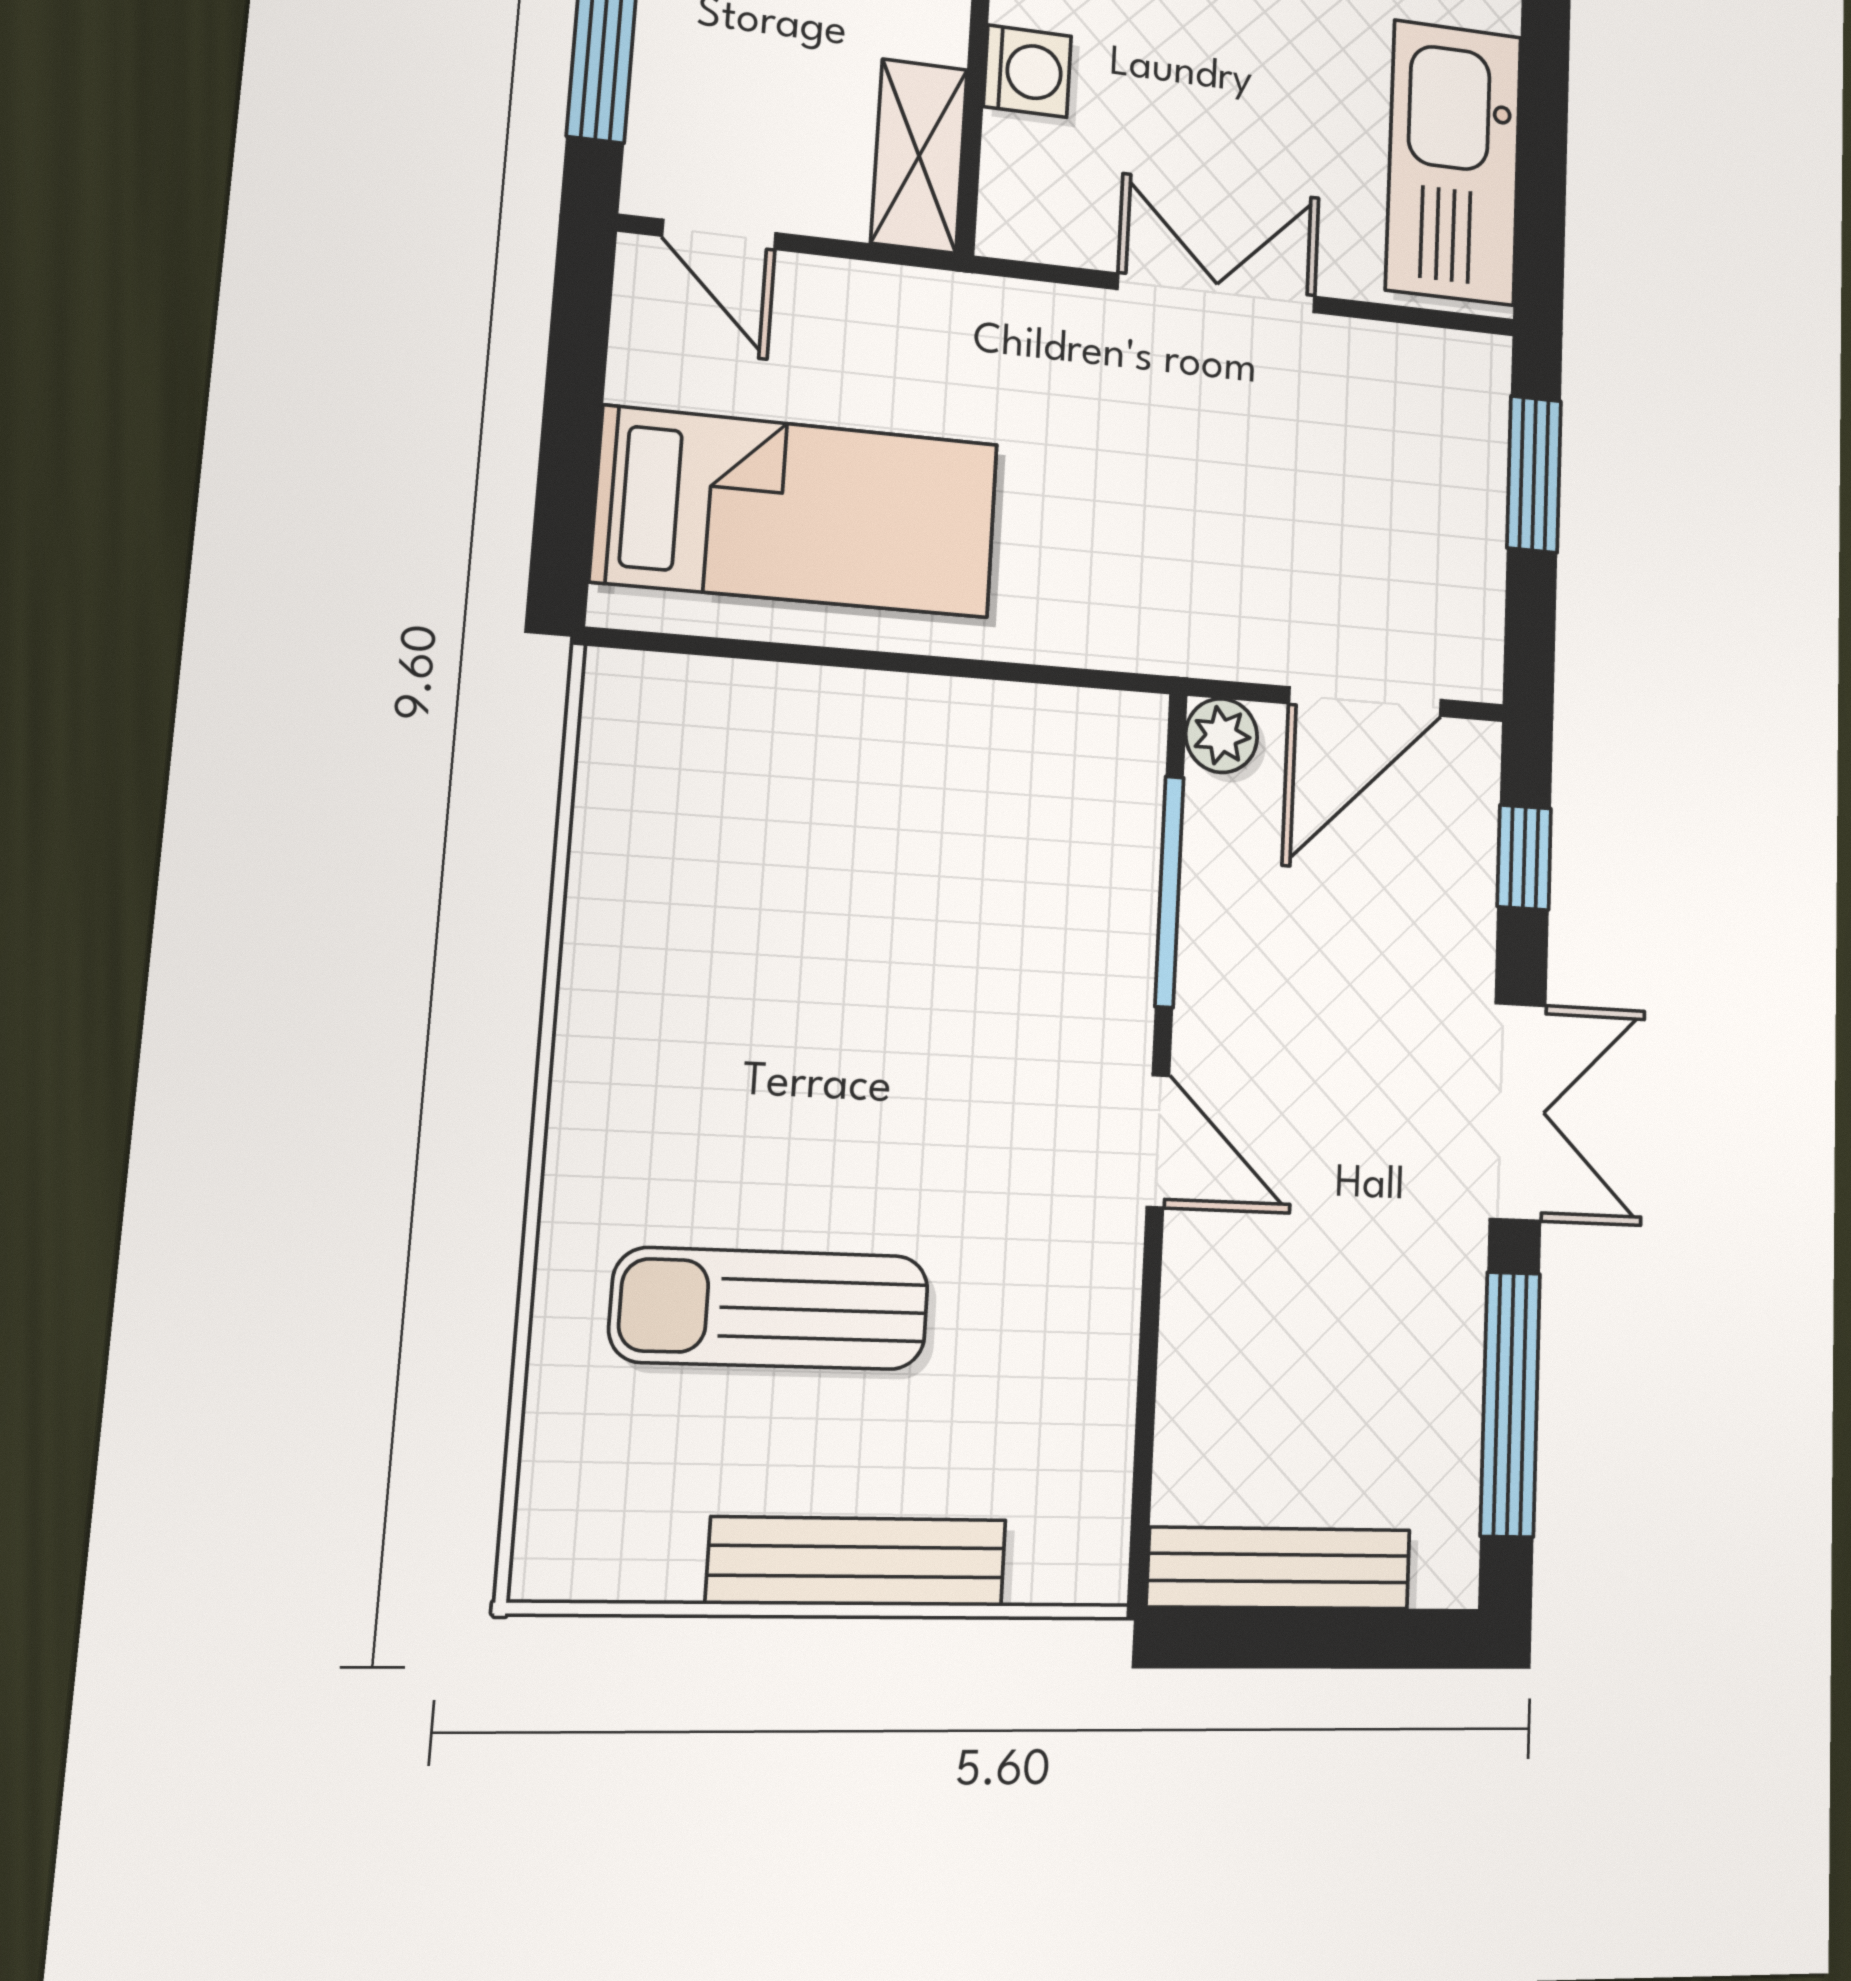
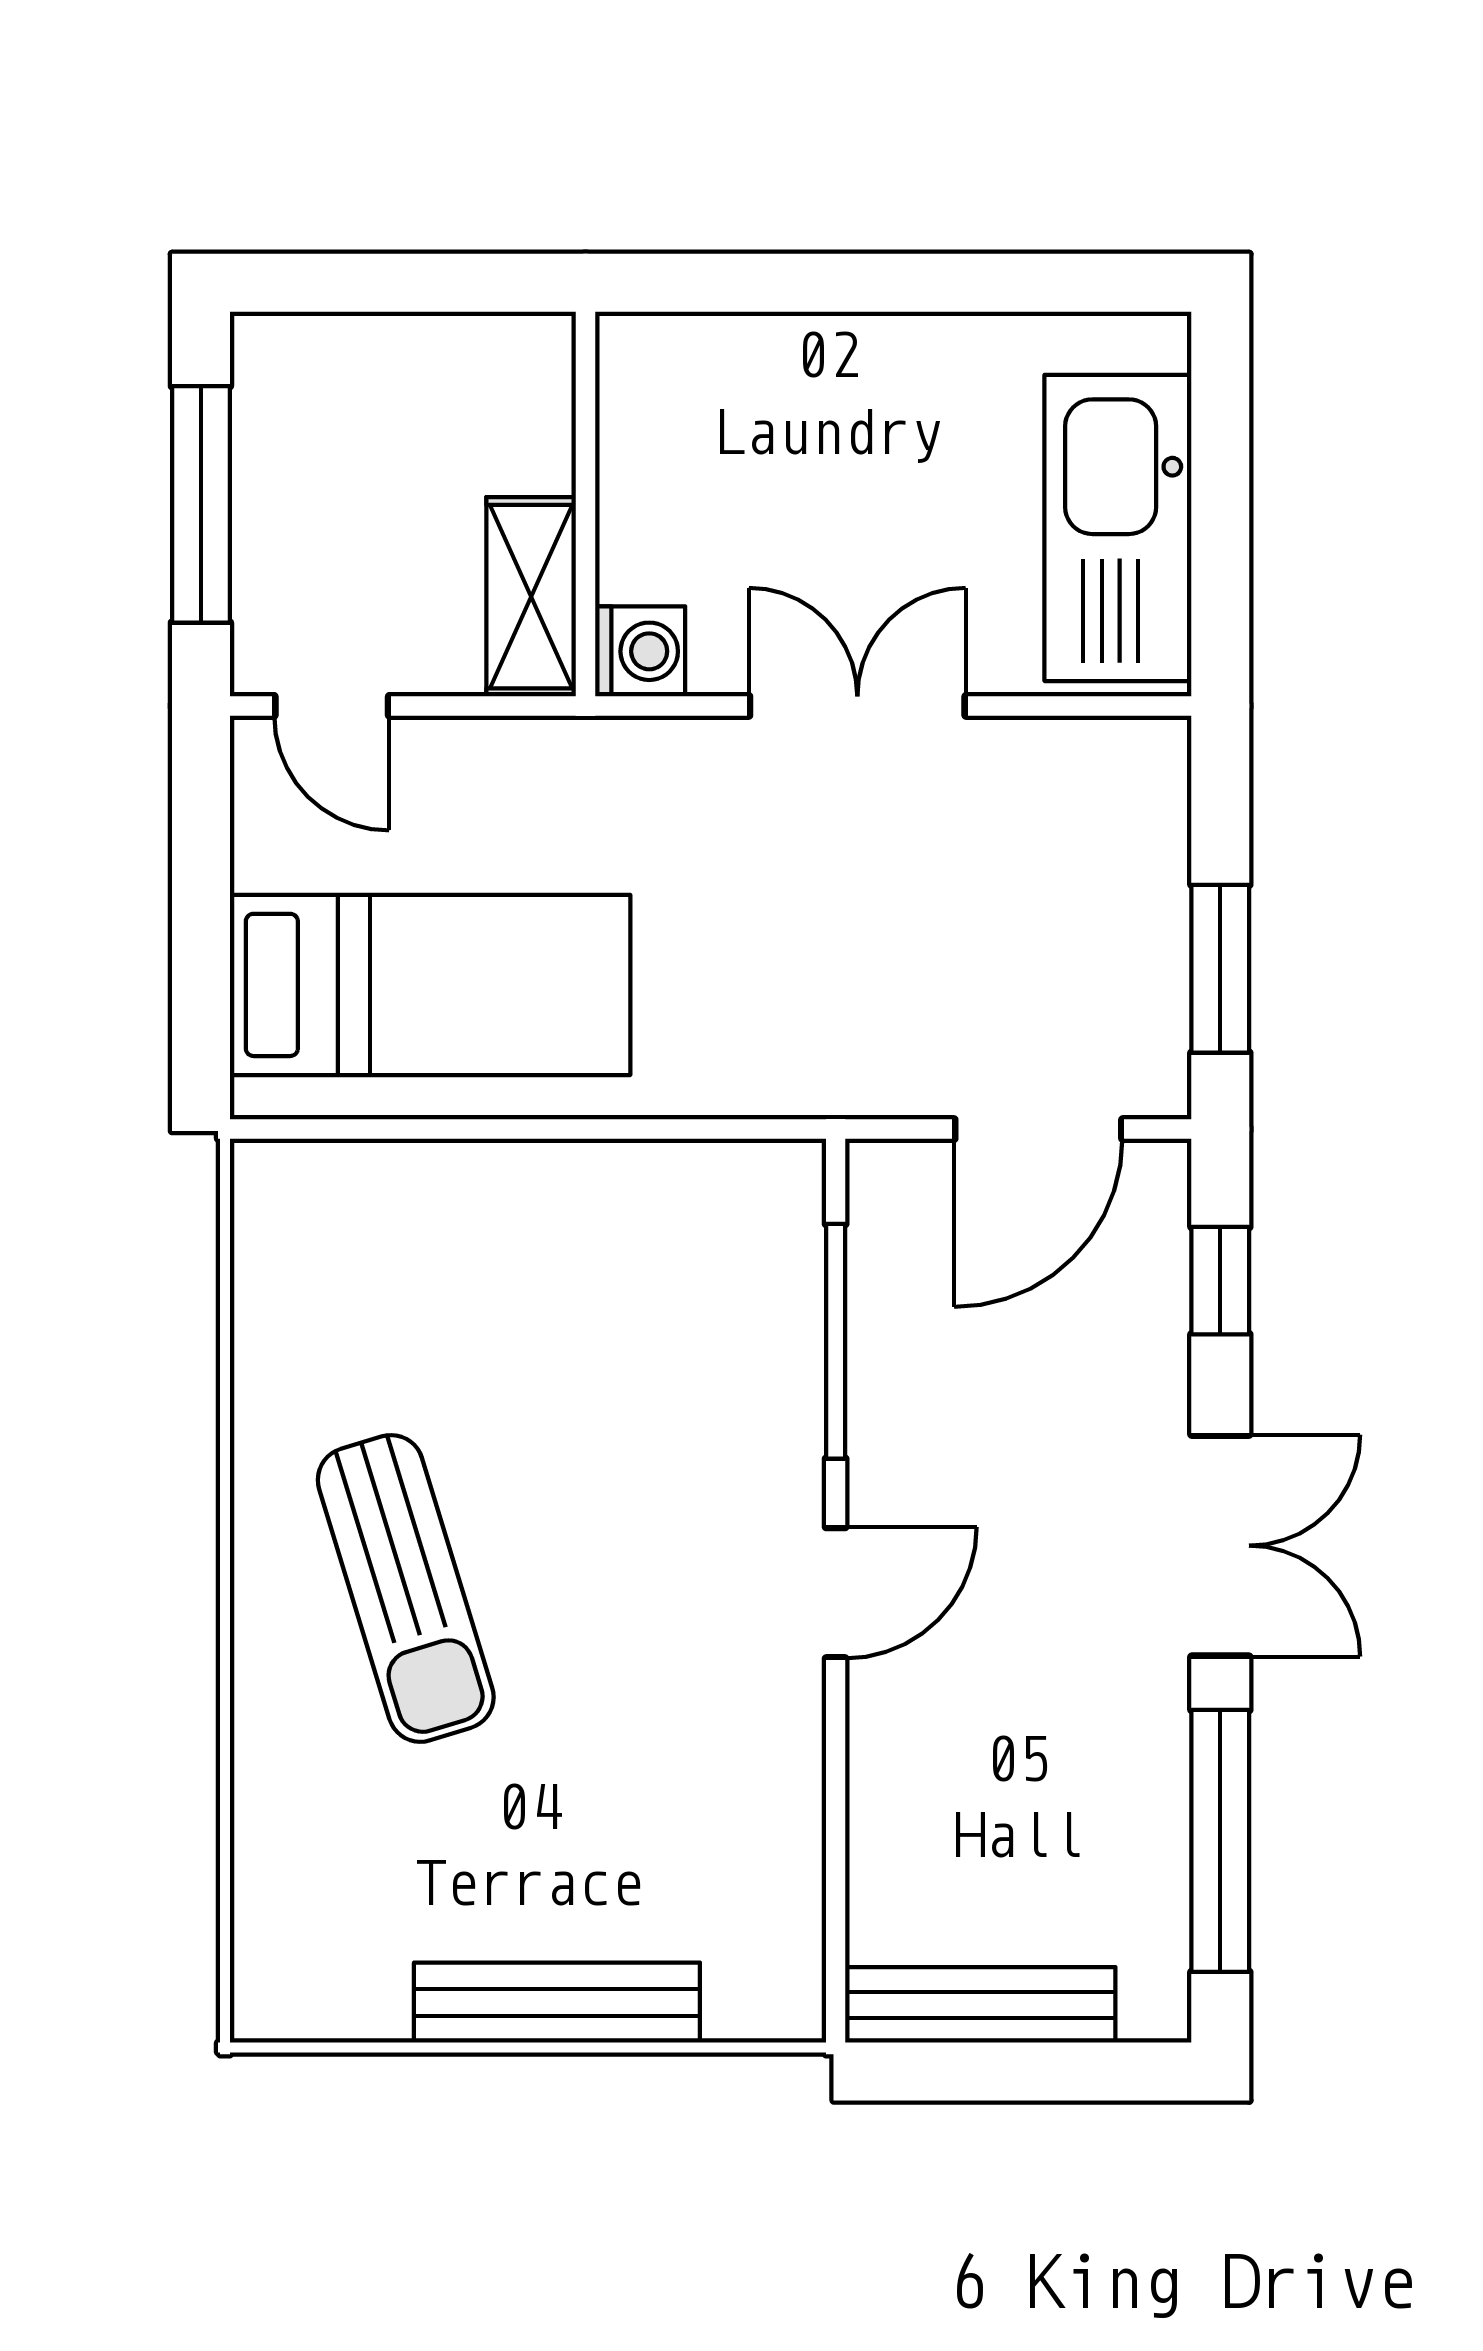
washing machine: (1027, 71) -> (640, 651), moved
window: (1534, 474) -> (1220, 969), moved
plant: (1222, 736) -> (884, 1177), removed
door: (1158, 1141) -> (836, 1593), hinge flipped
sun lounger: (770, 1309) -> (406, 1588), moved, turned -107

